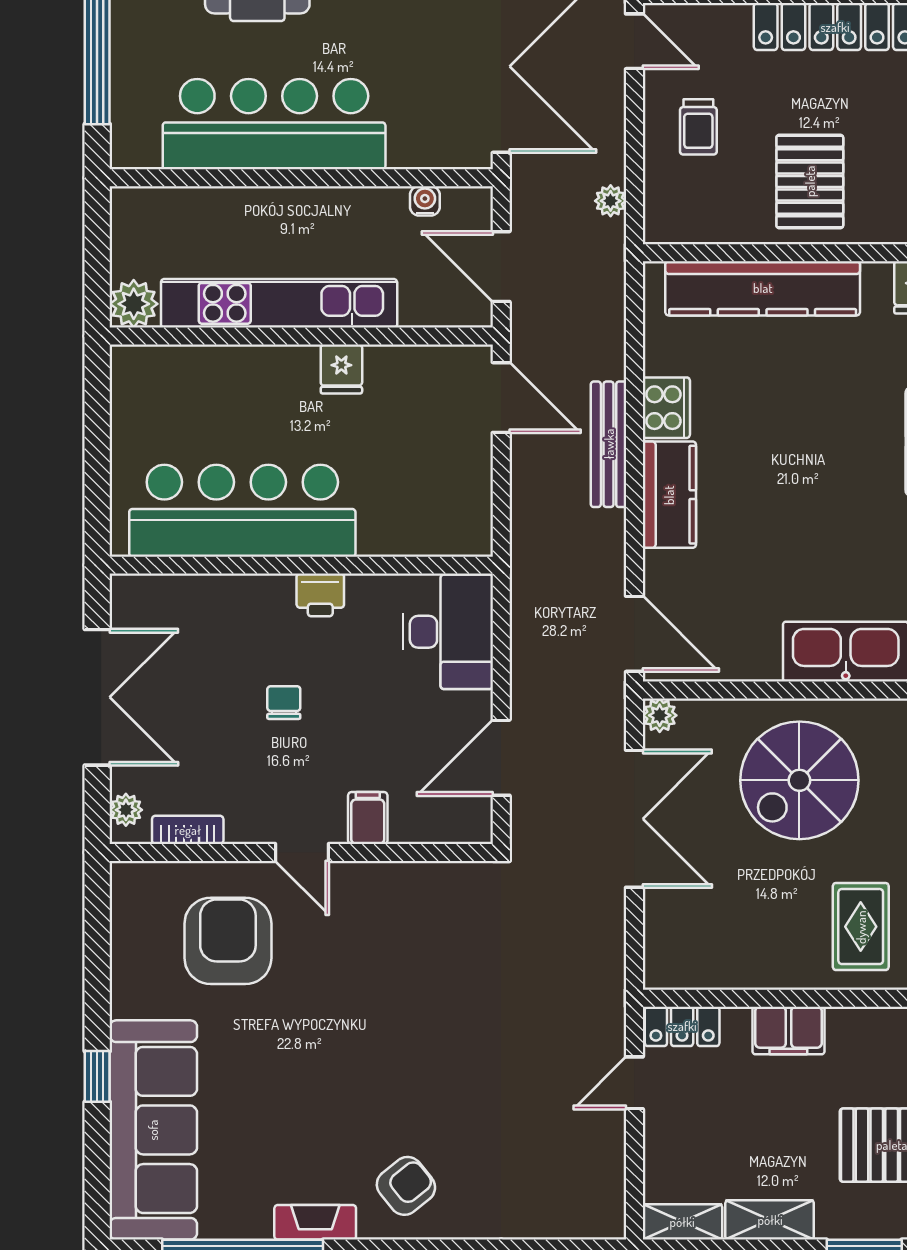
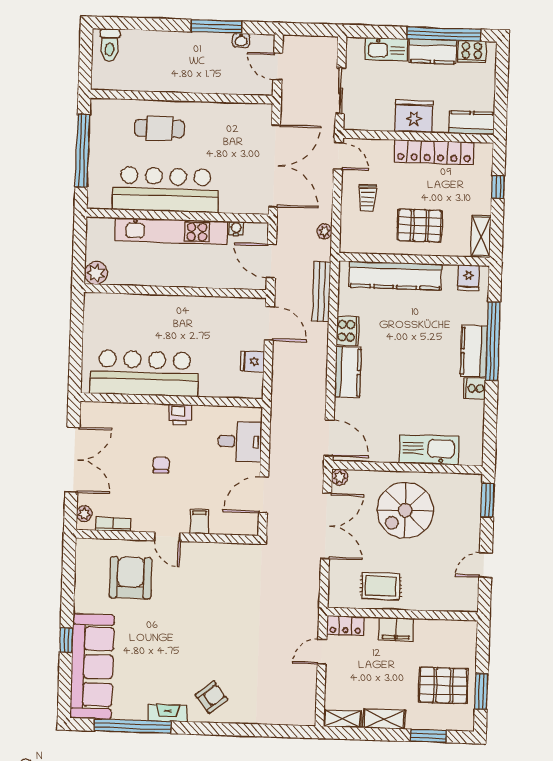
pallet: (810, 181) -> (420, 225), turned 90
kitchen unit: (279, 303) -> (171, 231), moved, turned 180
fridge: (341, 369) -> (252, 361), moved, turned 90
bench: (609, 444) -> (321, 292), moved
desk: (448, 632) -> (240, 441), width x0.73
rug: (861, 927) -> (381, 586), moved, turned 90

